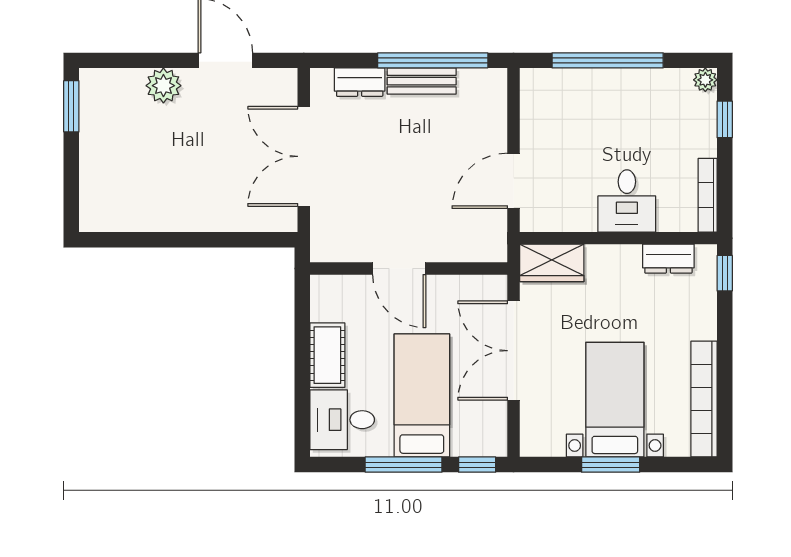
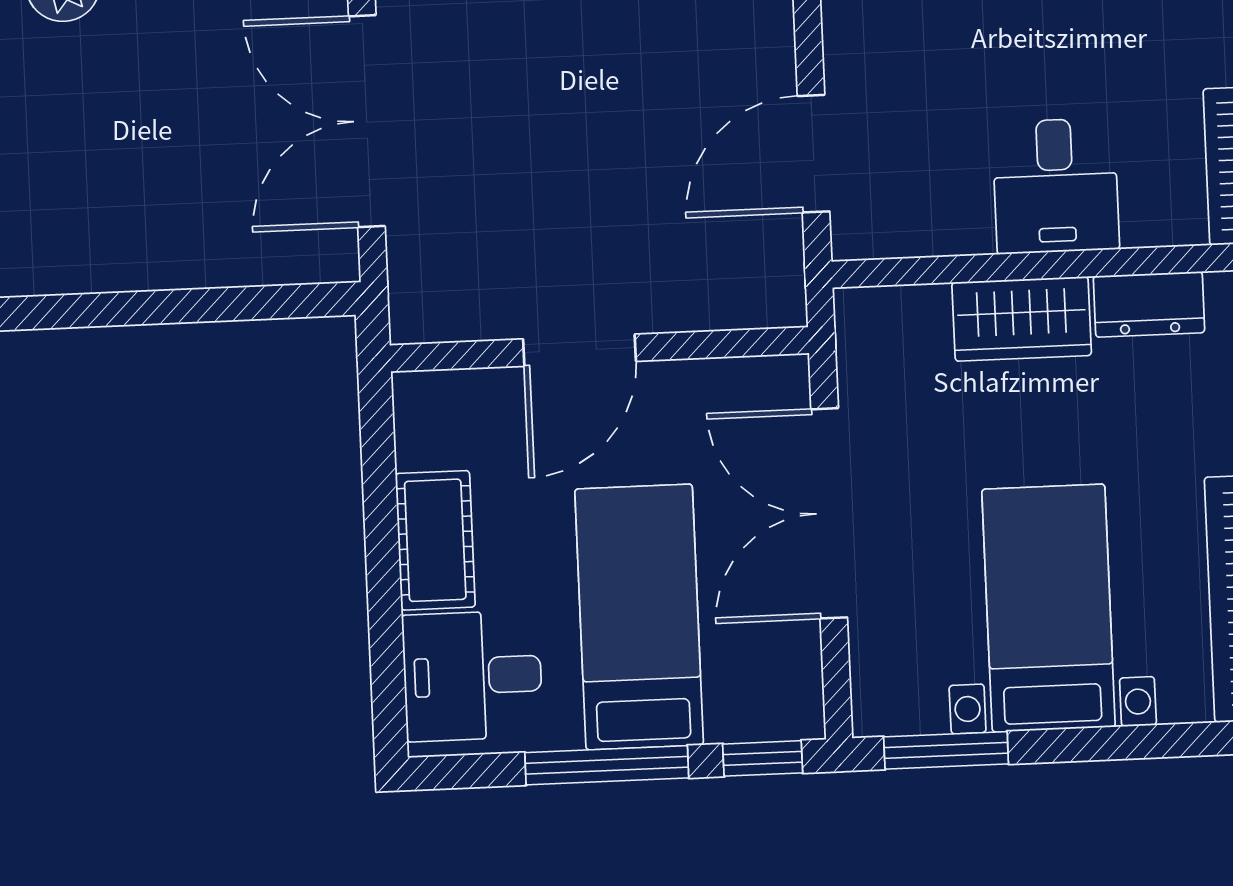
wardrobe: (552, 263) -> (1022, 319), moved
door: (399, 269) -> (579, 350), hinge flipped
window: (611, 465) -> (946, 750), moved

